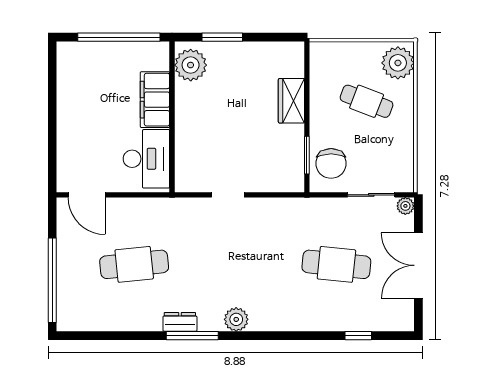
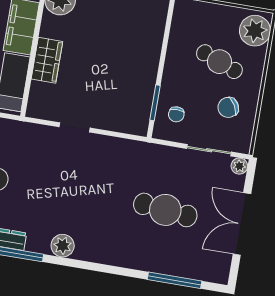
wardrobe: (291, 101) -> (47, 60), moved, turned 180
chair: (384, 147) -> (228, 107), added
chair: (331, 163) -> (176, 114), width x0.54, depth x0.54
window: (358, 336) -> (175, 280), width x2.17

